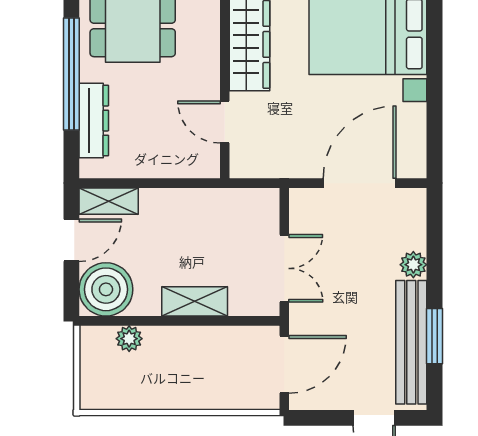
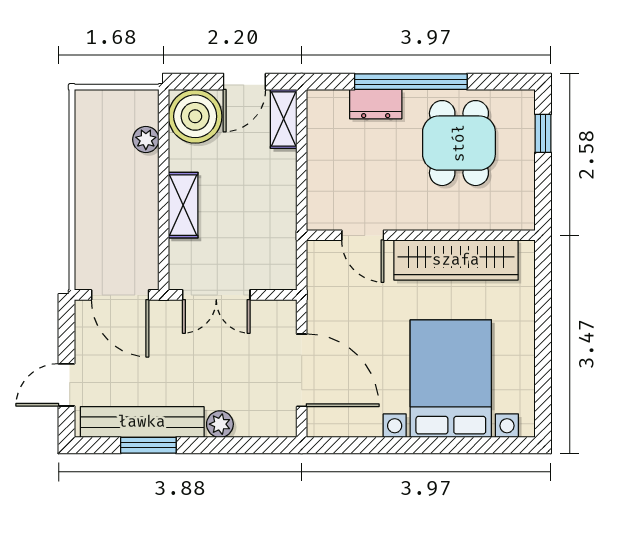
dresser: (94, 121) -> (376, 104), width x0.70
door: (225, 122) -> (363, 235), swing flipped
door: (71, 240) -> (244, 82), hinge flipped

